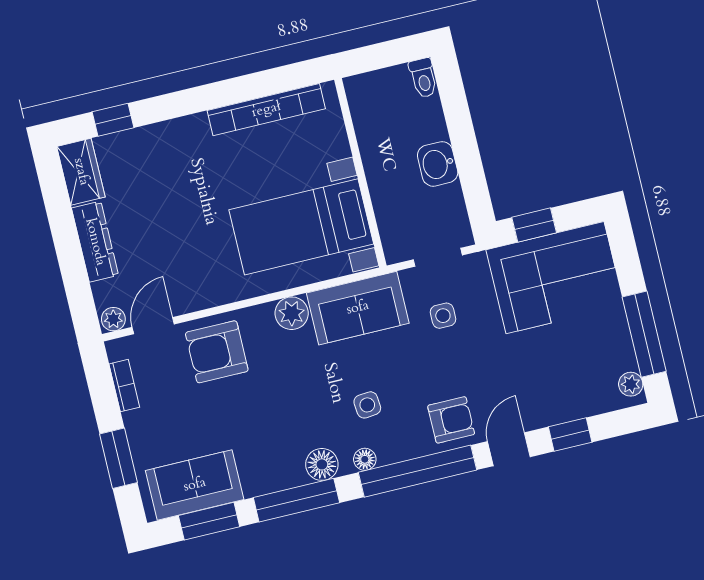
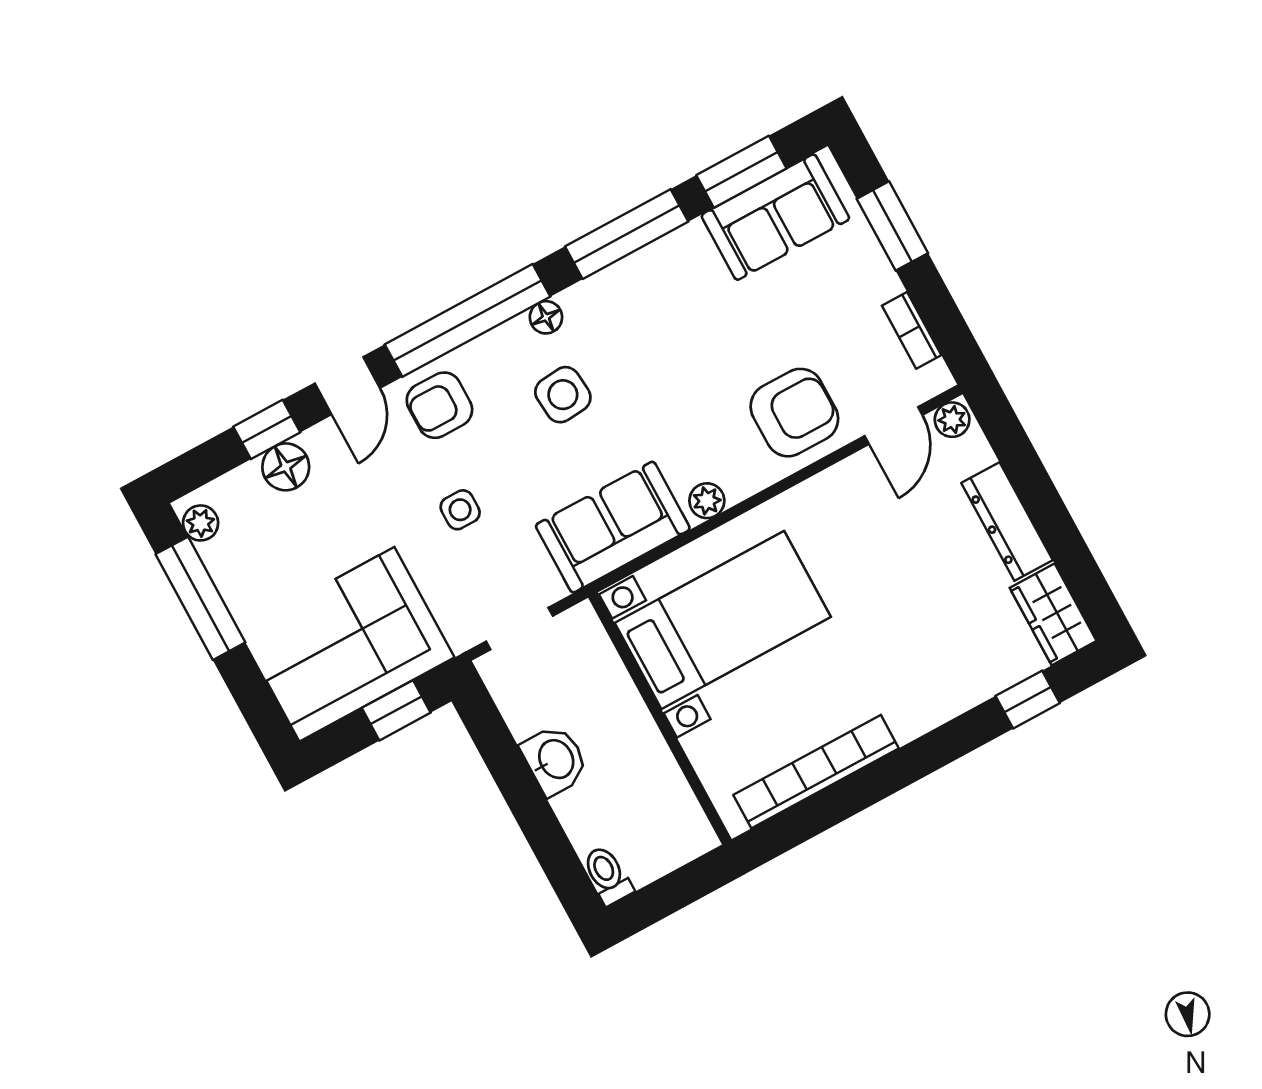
plant: (292, 313) -> (707, 501), width x0.73, depth x0.73
side table: (443, 316) -> (460, 510), moved
side table: (367, 405) -> (563, 395), width x1.37, depth x1.37
floor lamp: (322, 464) -> (286, 467), moved

